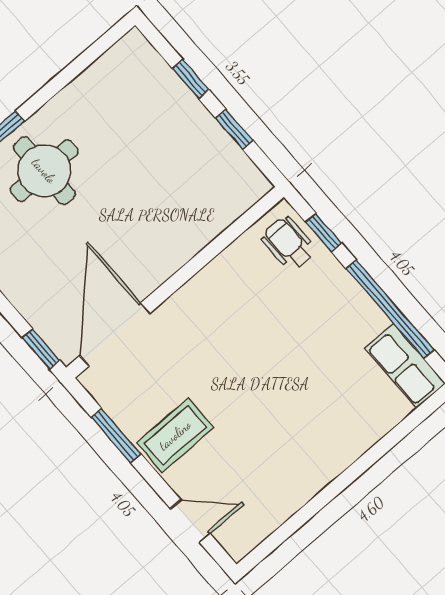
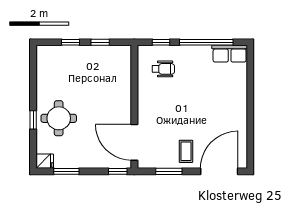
wheelchair: (289, 244) -> (163, 69), moved, turned 180
coffee table: (175, 435) -> (186, 151), width x0.73, depth x0.77
door: (190, 521) -> (219, 171), width x1.87

